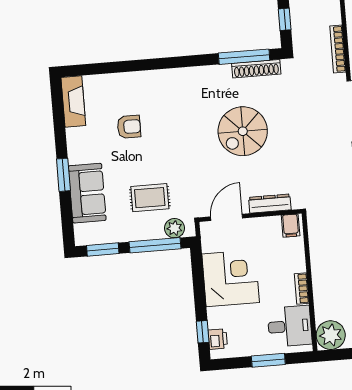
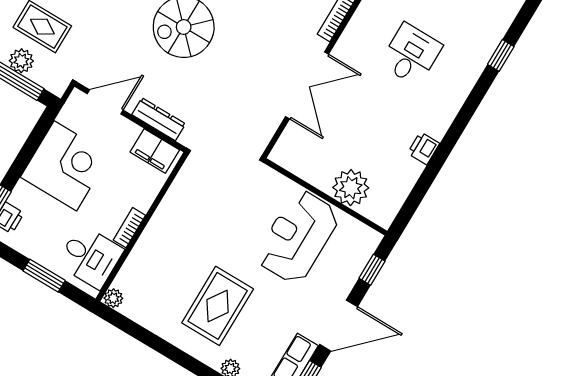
filing cabinet: (291, 226) -> (155, 151), width x2.00
plant: (174, 228) -> (21, 61), moved
plant: (331, 335) -> (113, 298), width x0.53, depth x0.53

